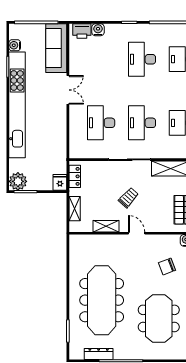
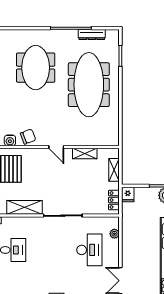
desk: (142, 123) -> (51, 250), removed
plant: (74, 140) -> (114, 234), added
trolley: (128, 198) -> (64, 180), removed
chair: (167, 266) -> (28, 137), moved

